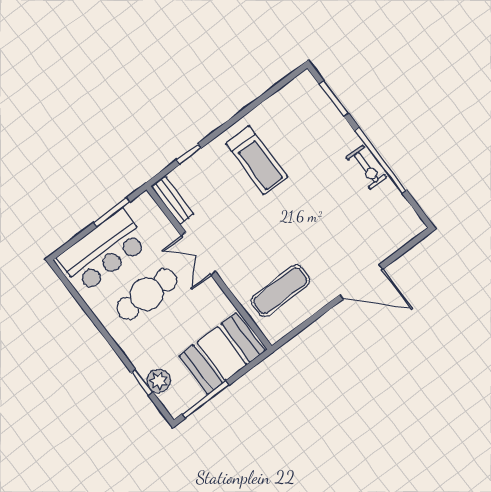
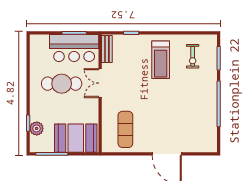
exercise bike: (366, 167) -> (193, 56), moved
bar counter: (103, 251) -> (74, 48), moved
exercise mat: (280, 291) -> (125, 129), turned 90

